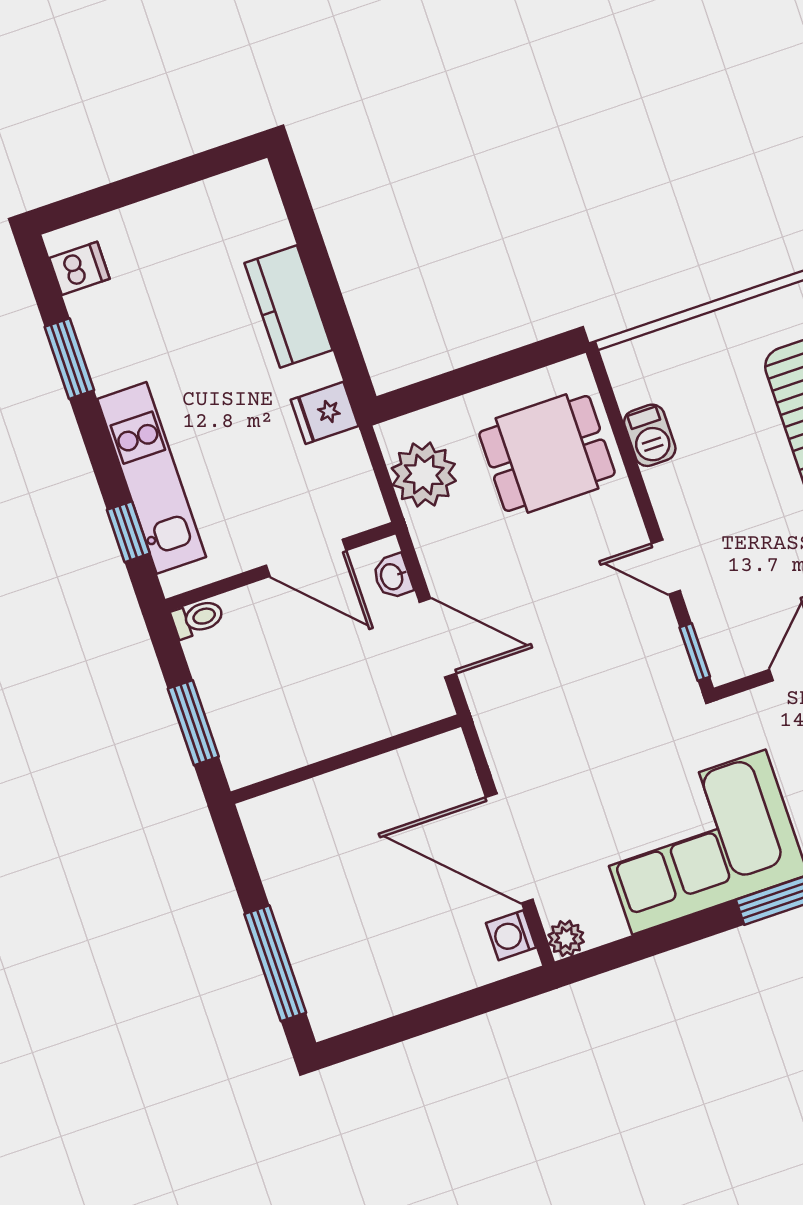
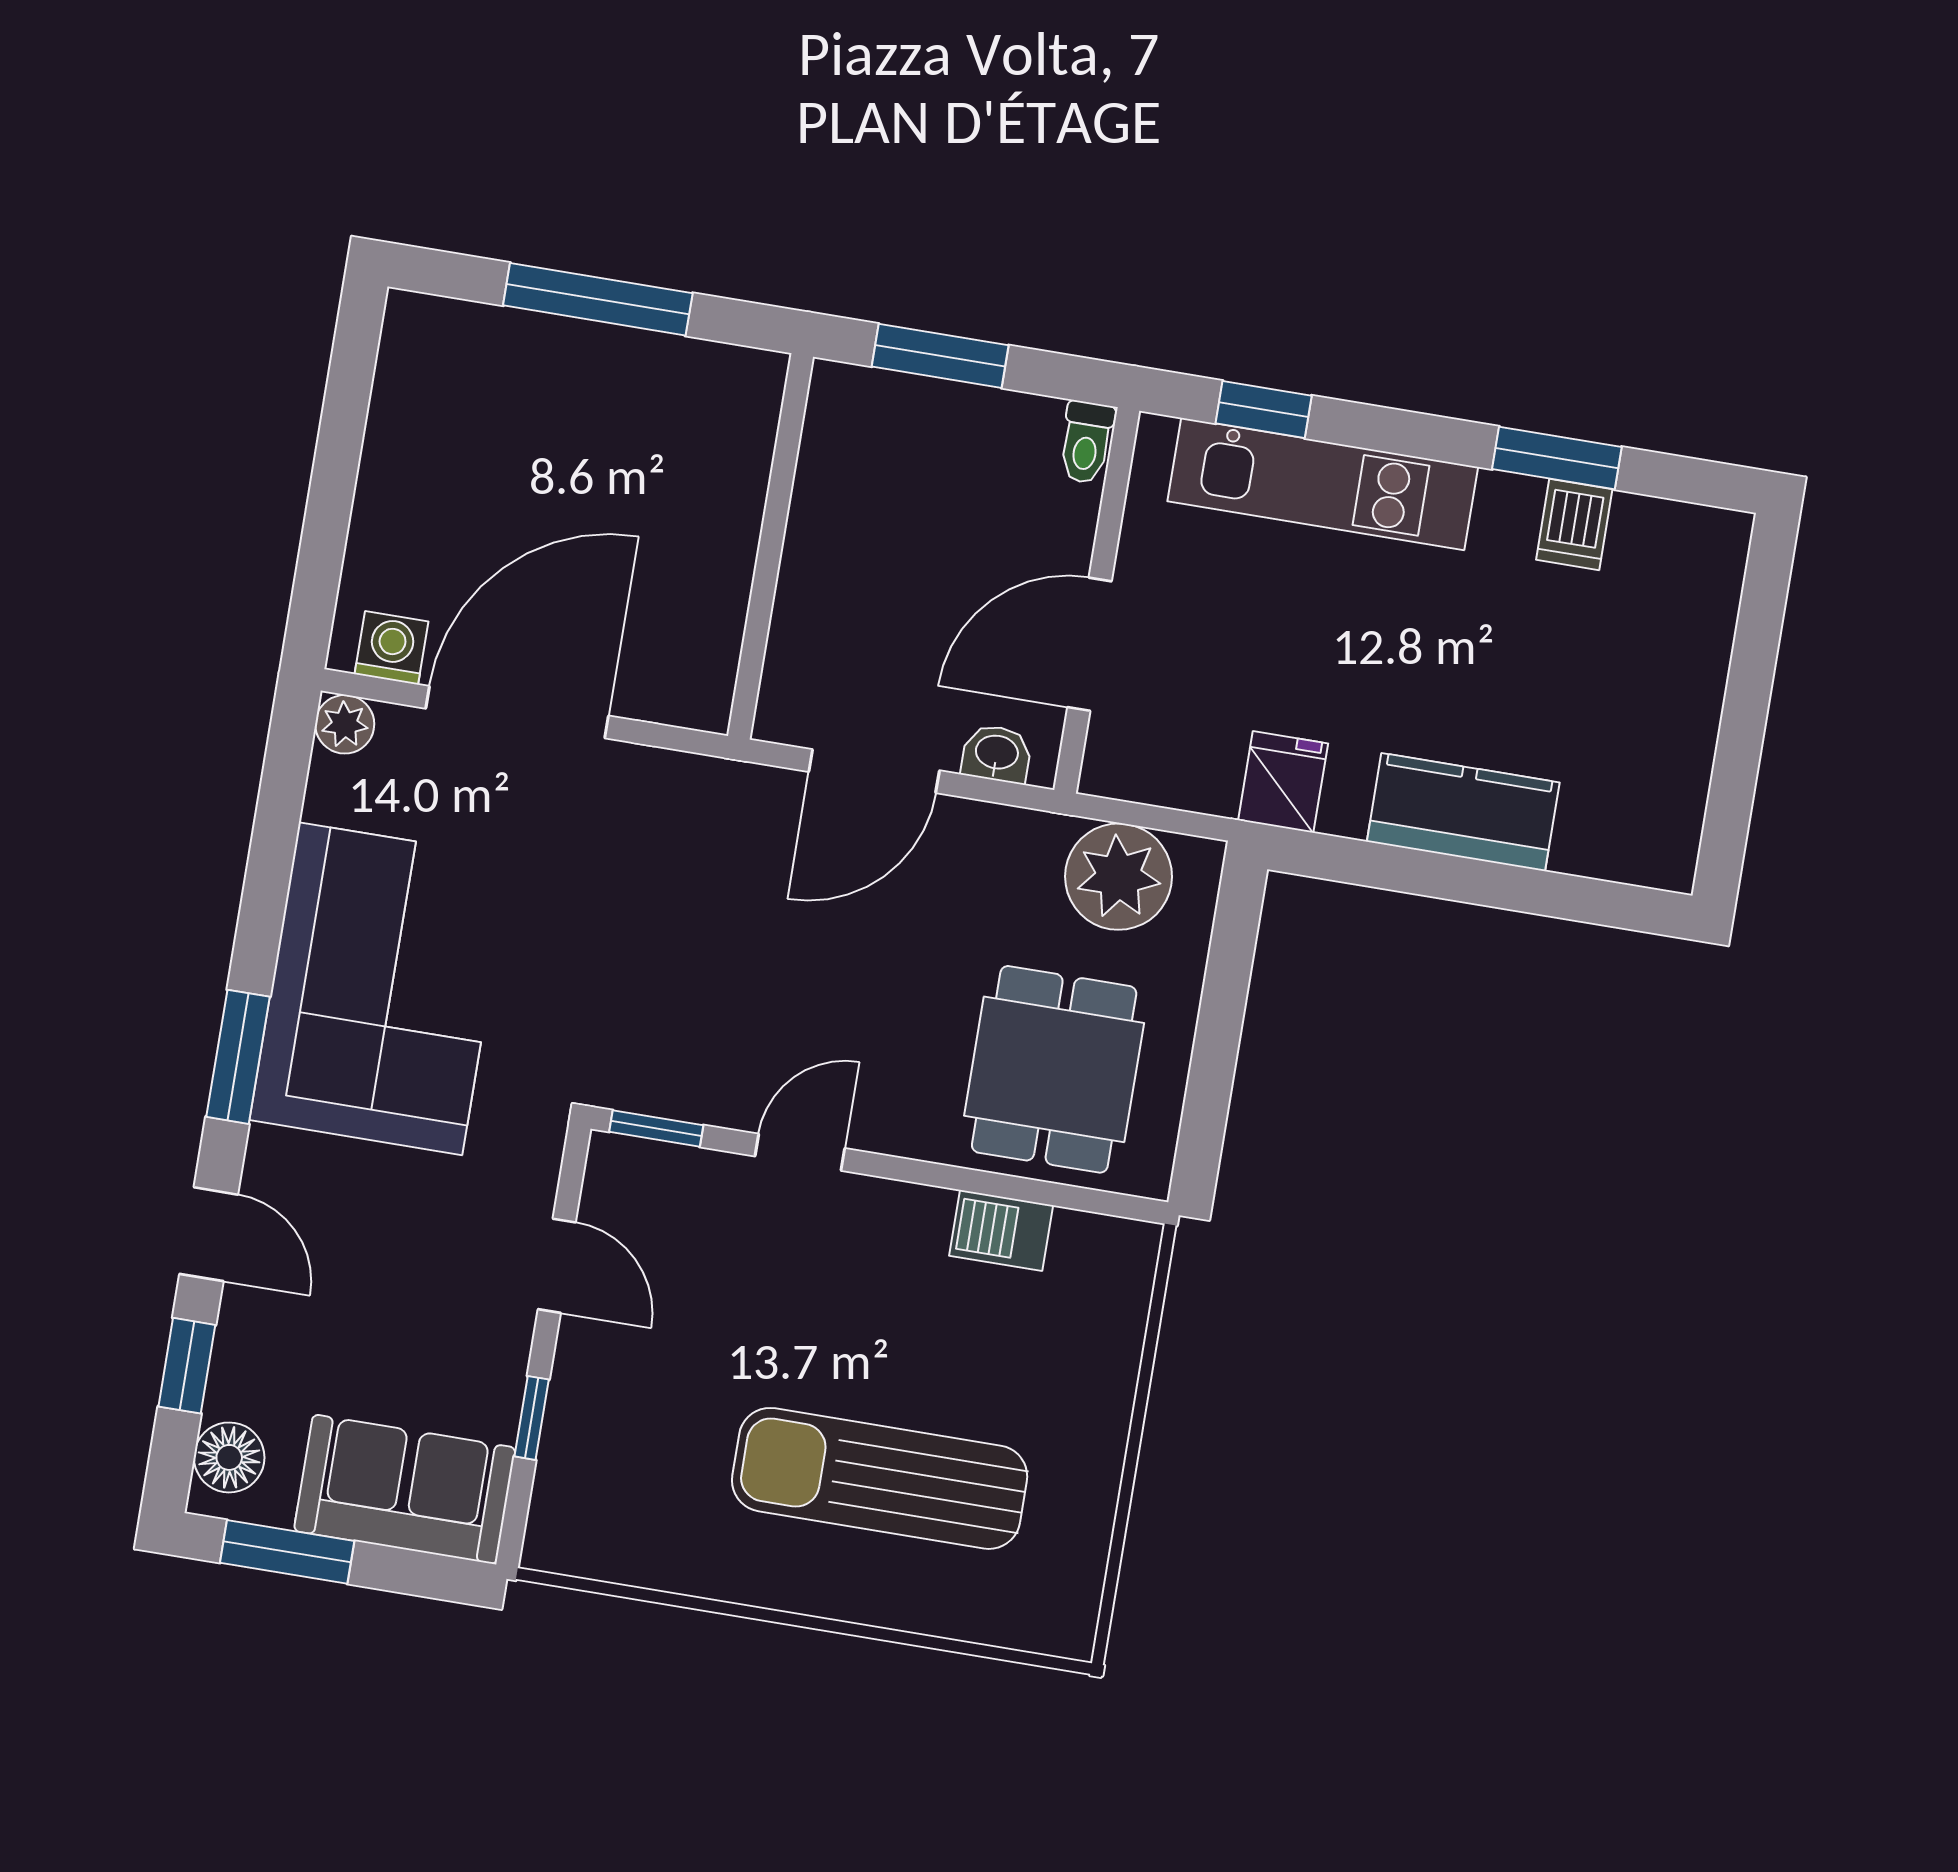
dishwasher: (79, 268) -> (1574, 524), moved
window: (275, 963) -> (598, 299), moved

